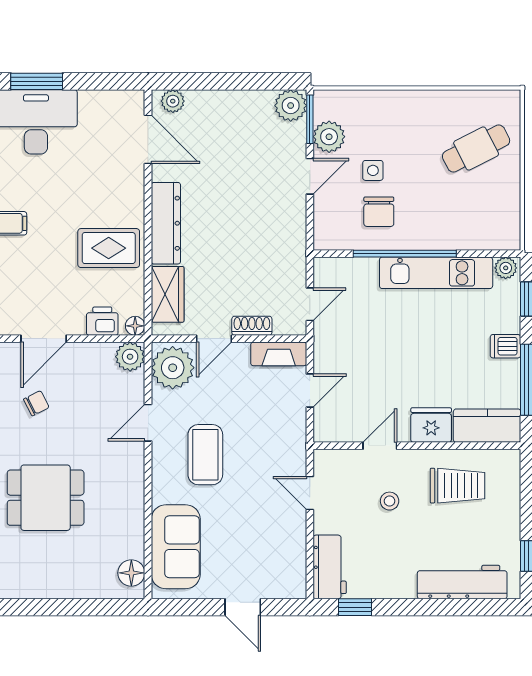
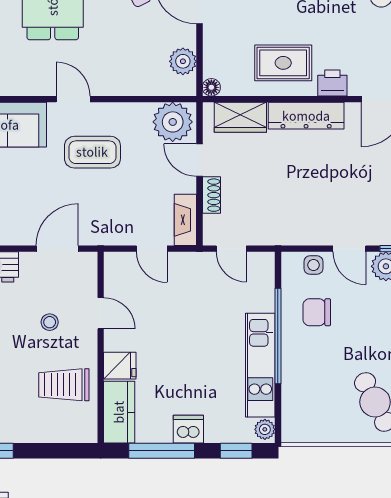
side table: (373, 170) -> (313, 265), moved
rug: (109, 248) -> (283, 63), turned 90
printer: (102, 321) -> (332, 83), moved, turned -90
dishwasher: (505, 346) -> (188, 429), width x1.38
plant: (130, 357) -> (183, 61), moved
door: (148, 423) -> (73, 99), moved
fridge: (431, 425) -> (120, 366), width x0.72
trolley: (457, 486) -> (64, 385), turned 90
door: (310, 493) -> (57, 249), width x1.38

